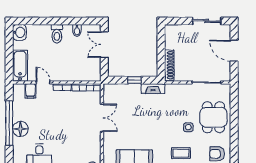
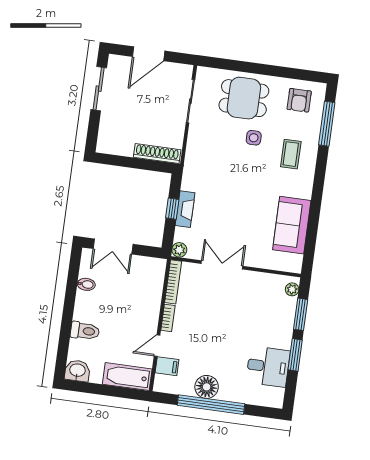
toilet: (57, 34) -> (85, 331), moved
plant: (108, 88) -> (179, 250), added
fireplace: (153, 89) -> (185, 209), moved
floor lamp: (20, 129) -> (207, 387), moved

